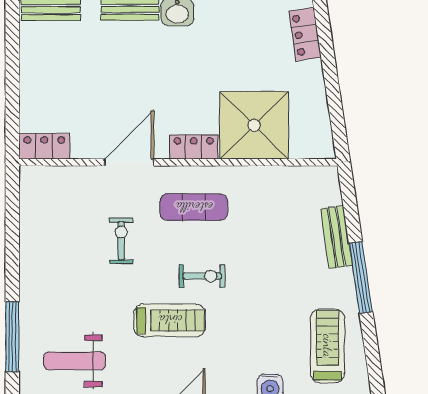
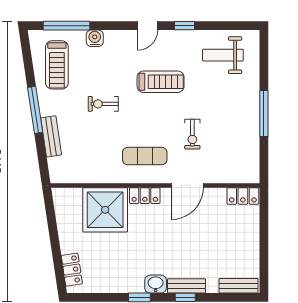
exercise bike: (202, 276) -> (103, 104), moved
treadmill: (170, 320) -> (161, 82), turned 180
window: (12, 337) -> (264, 114), moved
weight bench: (75, 361) -> (223, 55), turned 180

